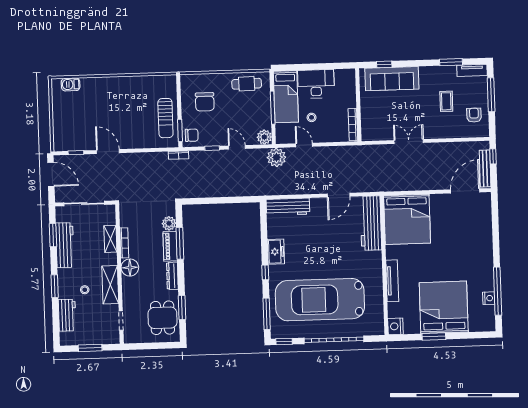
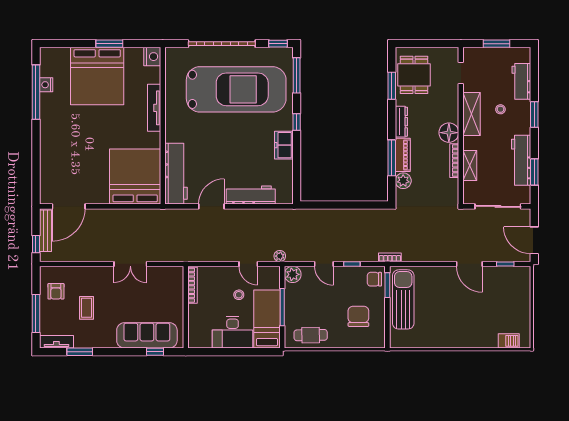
sun lounger: (165, 118) -> (403, 299), width x1.36, depth x1.34
plant: (276, 157) -> (280, 256), width x0.53, depth x0.53
workbench: (288, 207) -> (251, 195), moved

